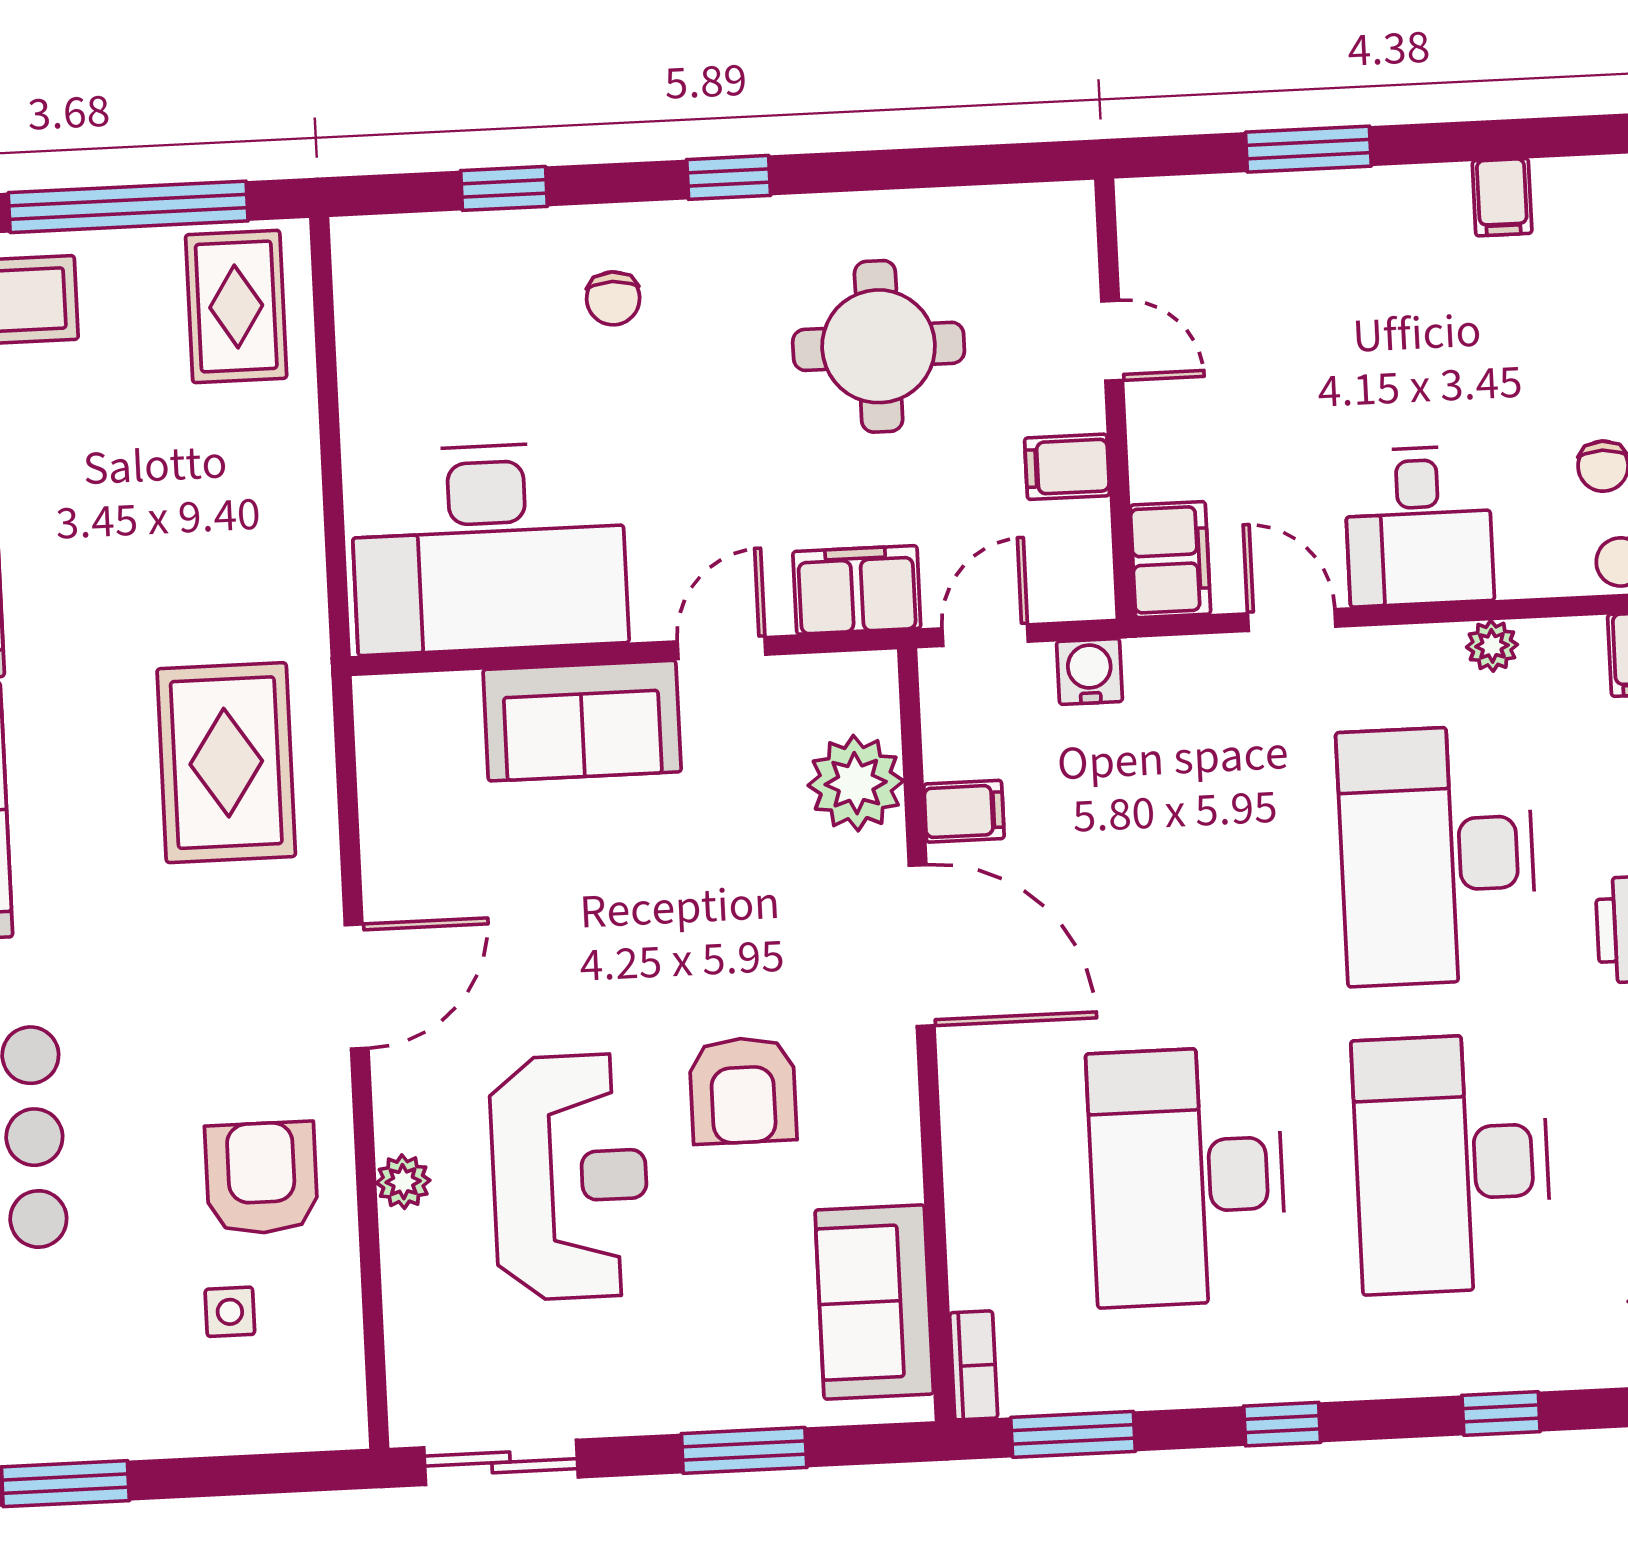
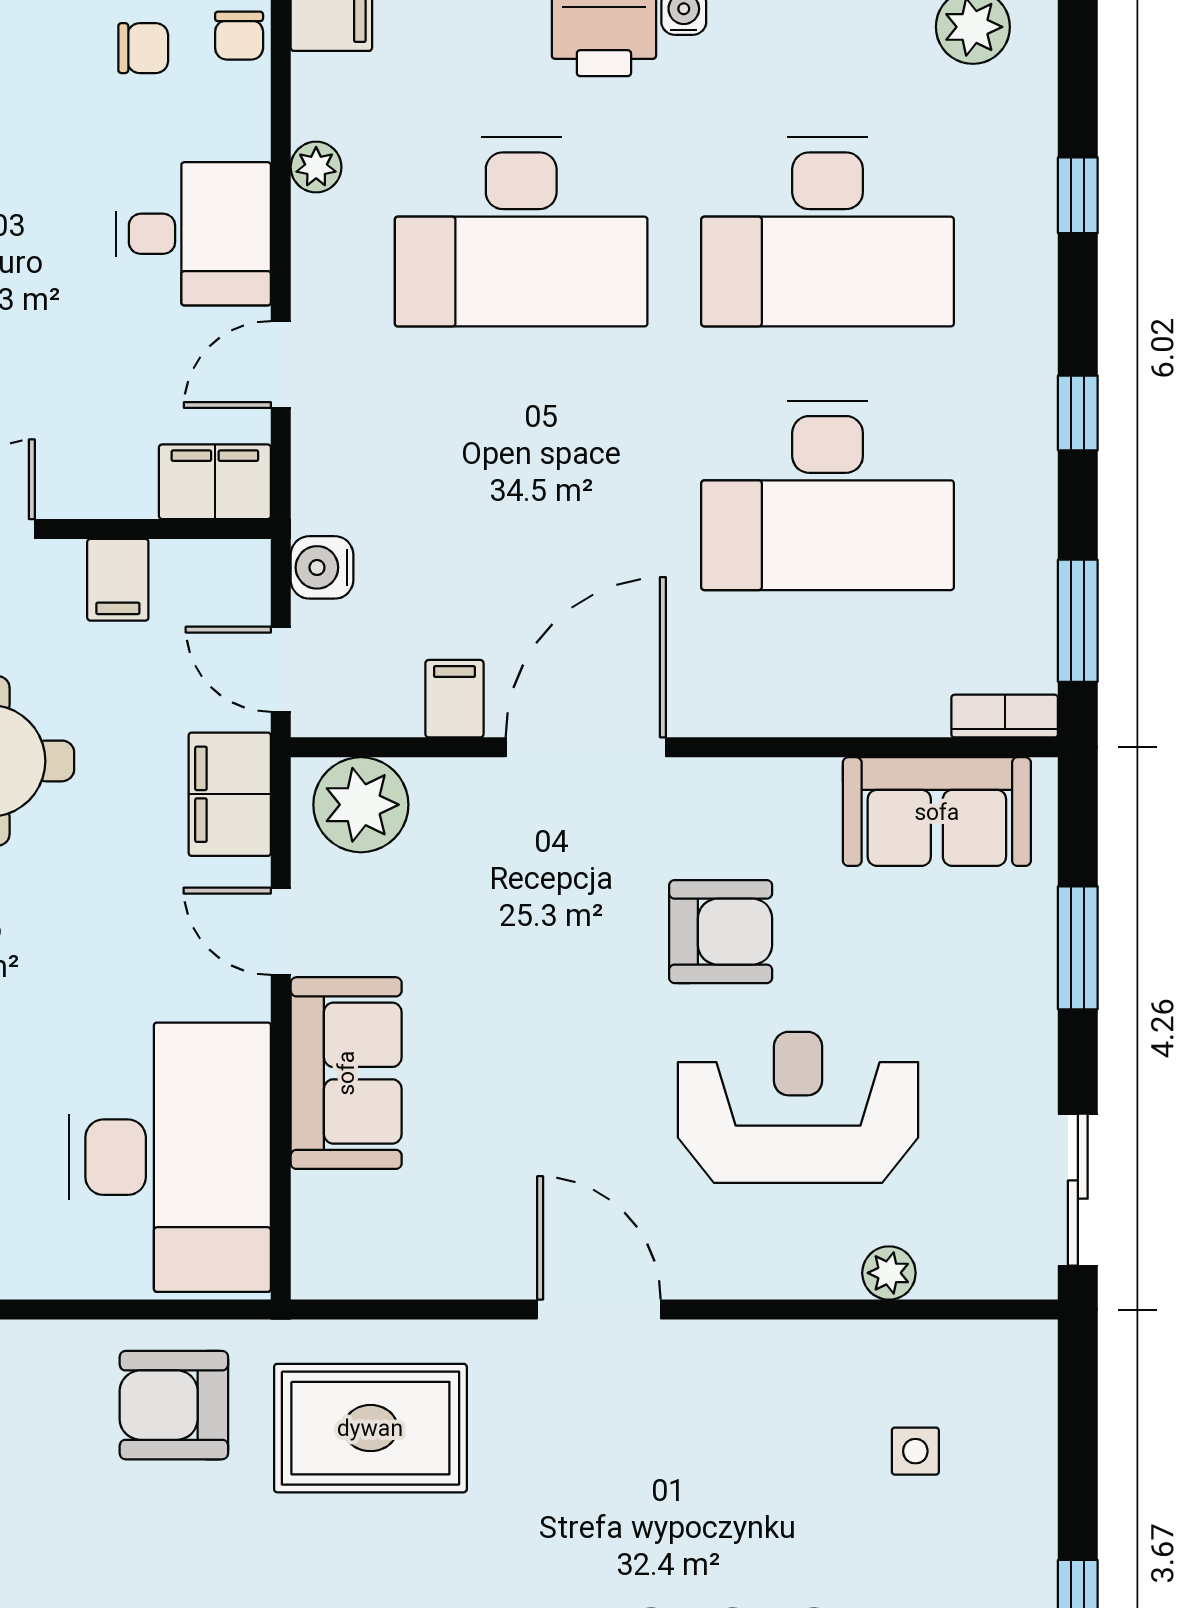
plant: (856, 783) -> (361, 805), moved
armchair: (261, 1178) -> (174, 1405), moved
plant: (403, 1182) -> (889, 1273), moved

